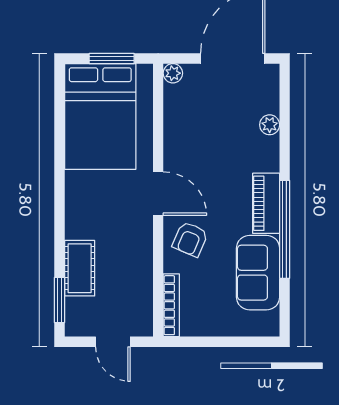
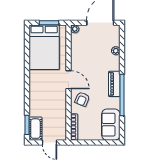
cot: (80, 268) -> (35, 129), moved
sofa: (258, 273) -> (111, 125), moved

